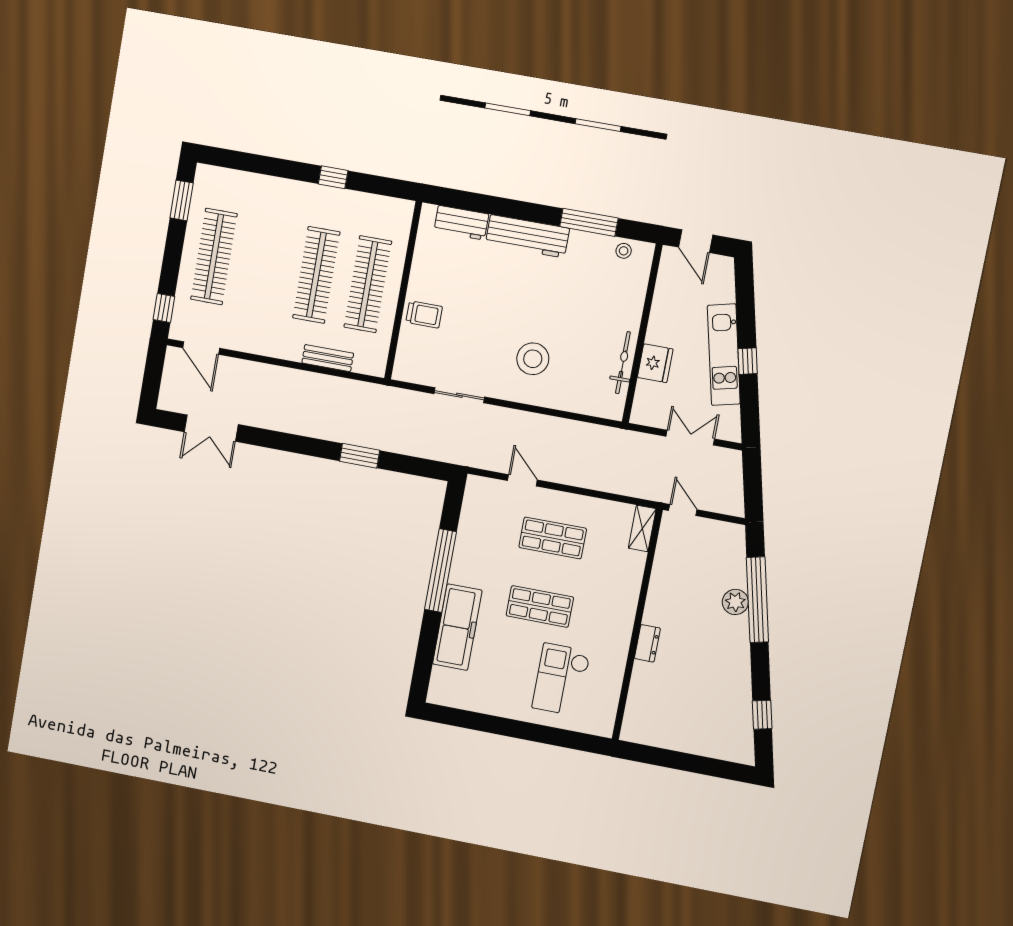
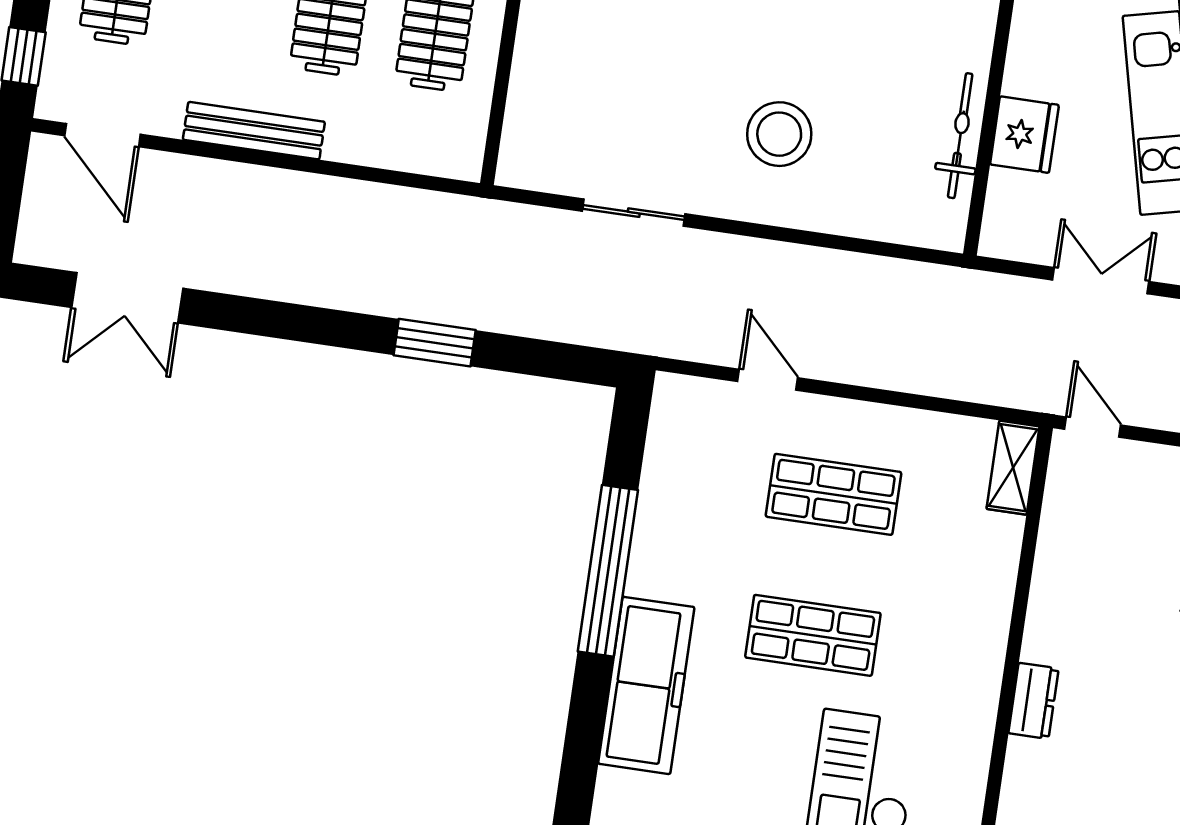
trolley: (424, 314) -> (557, 52), removed
bench: (328, 358) -> (254, 131), moved, width x1.36

